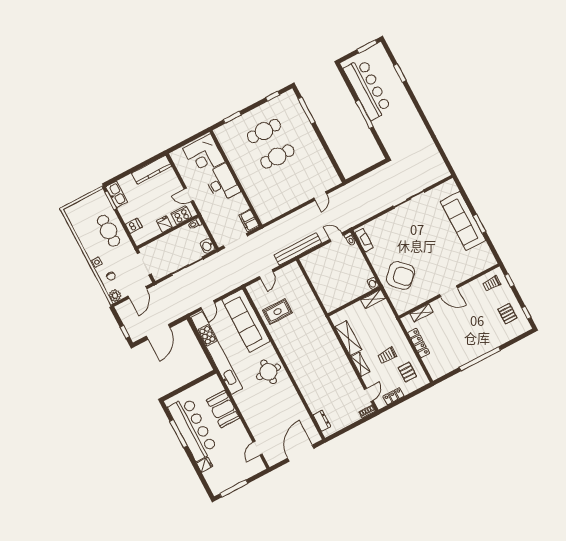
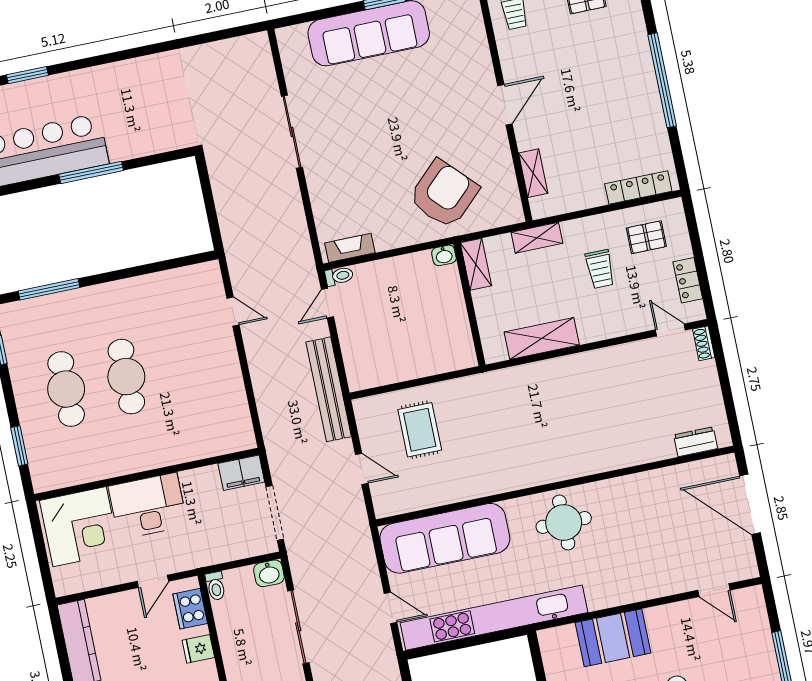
rug: (278, 312) -> (420, 430), moved
locker: (419, 343) -> (638, 188), moved
shelving: (360, 364) -> (537, 238), moved

